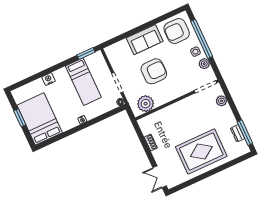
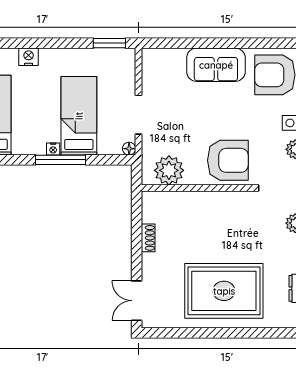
armchair: (154, 71) -> (228, 160), moved
bed: (83, 82) -> (79, 116), moved, turned 180
window: (89, 124) -> (60, 160), added

